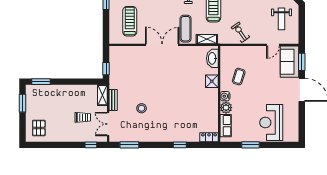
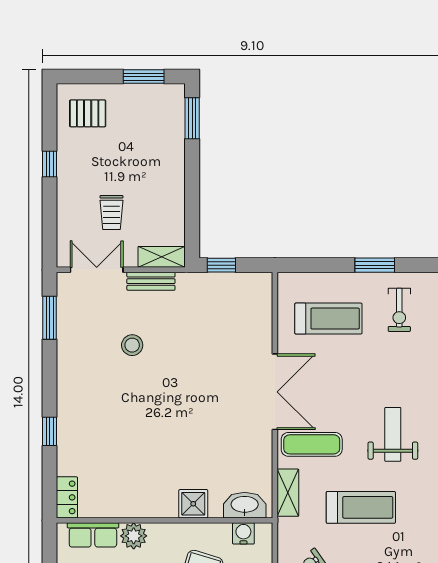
water cooler: (225, 96) -> (243, 533), moved
window: (91, 145) -> (50, 164), moved

